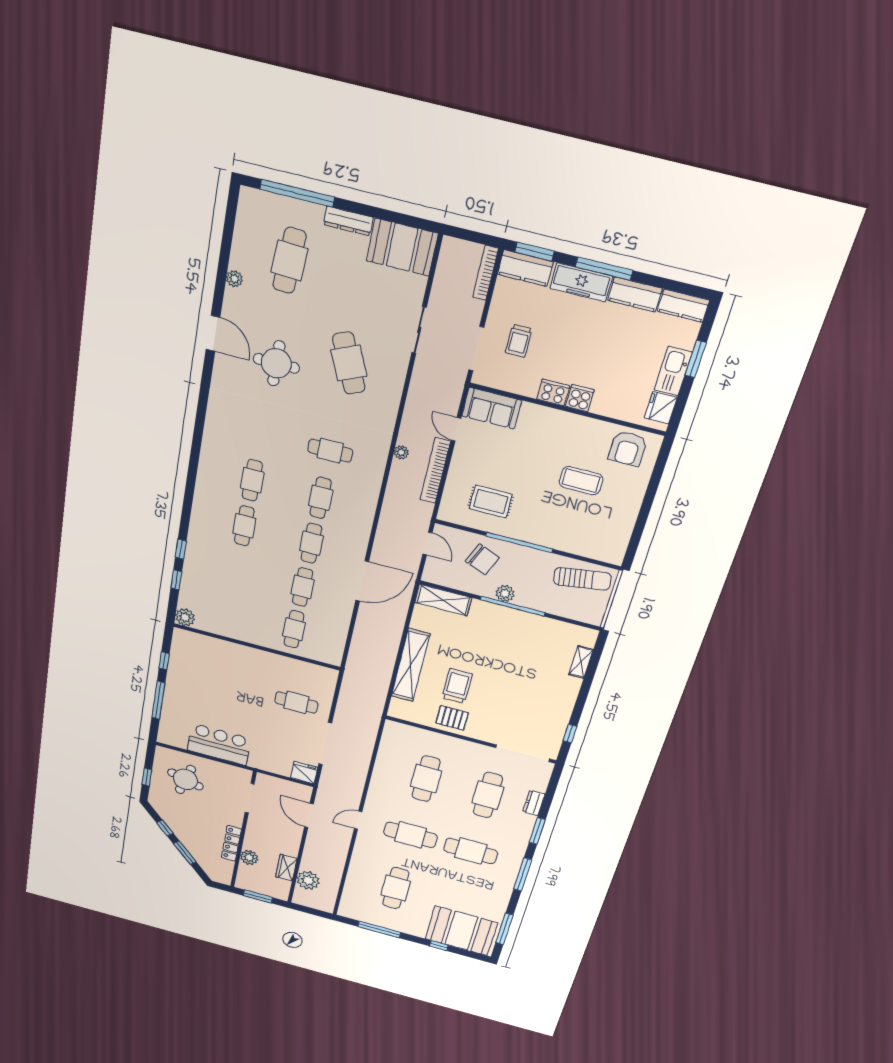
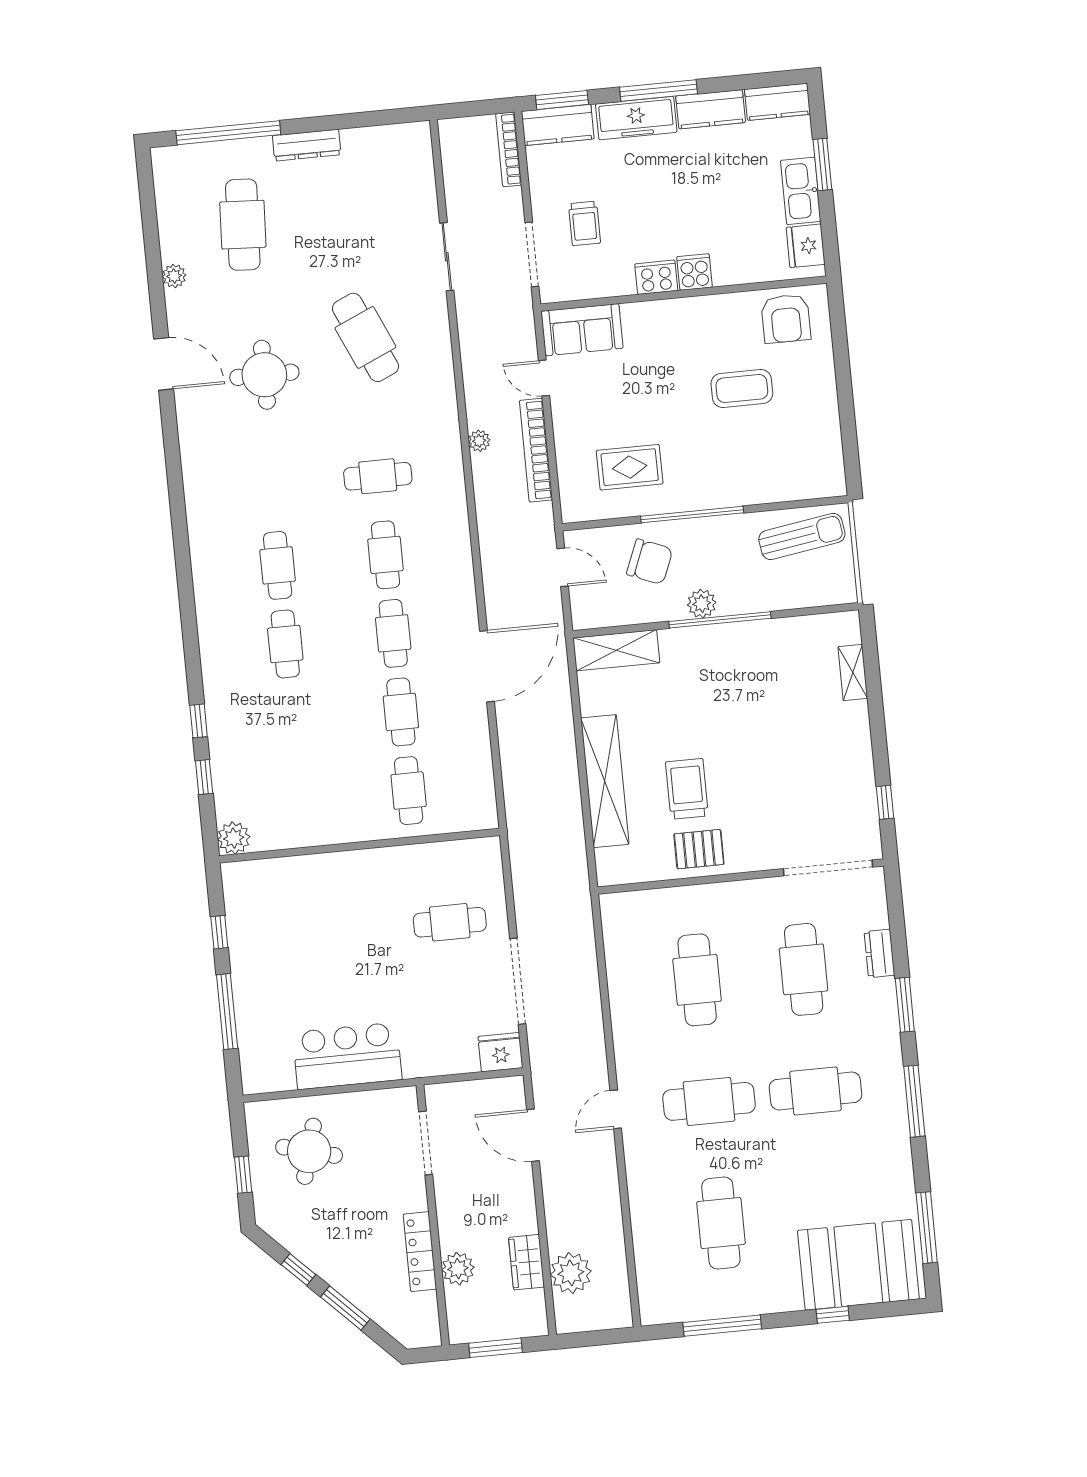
booth: (402, 247) -> (388, 154), removed

